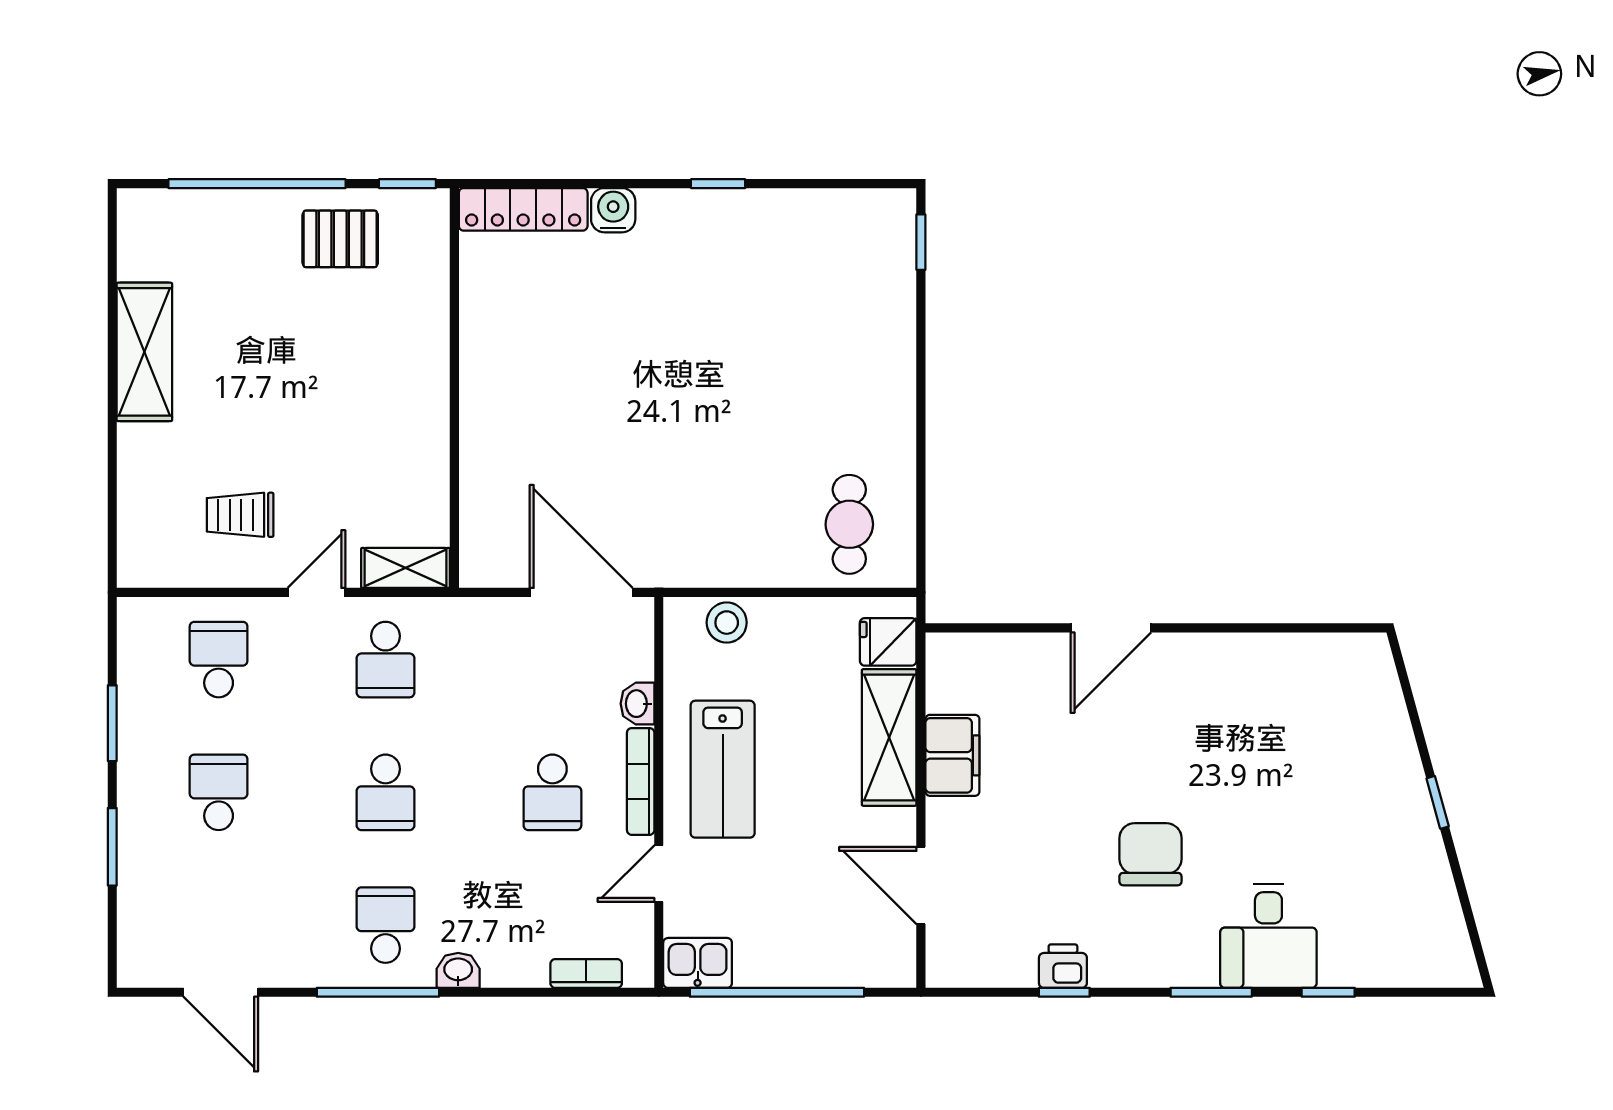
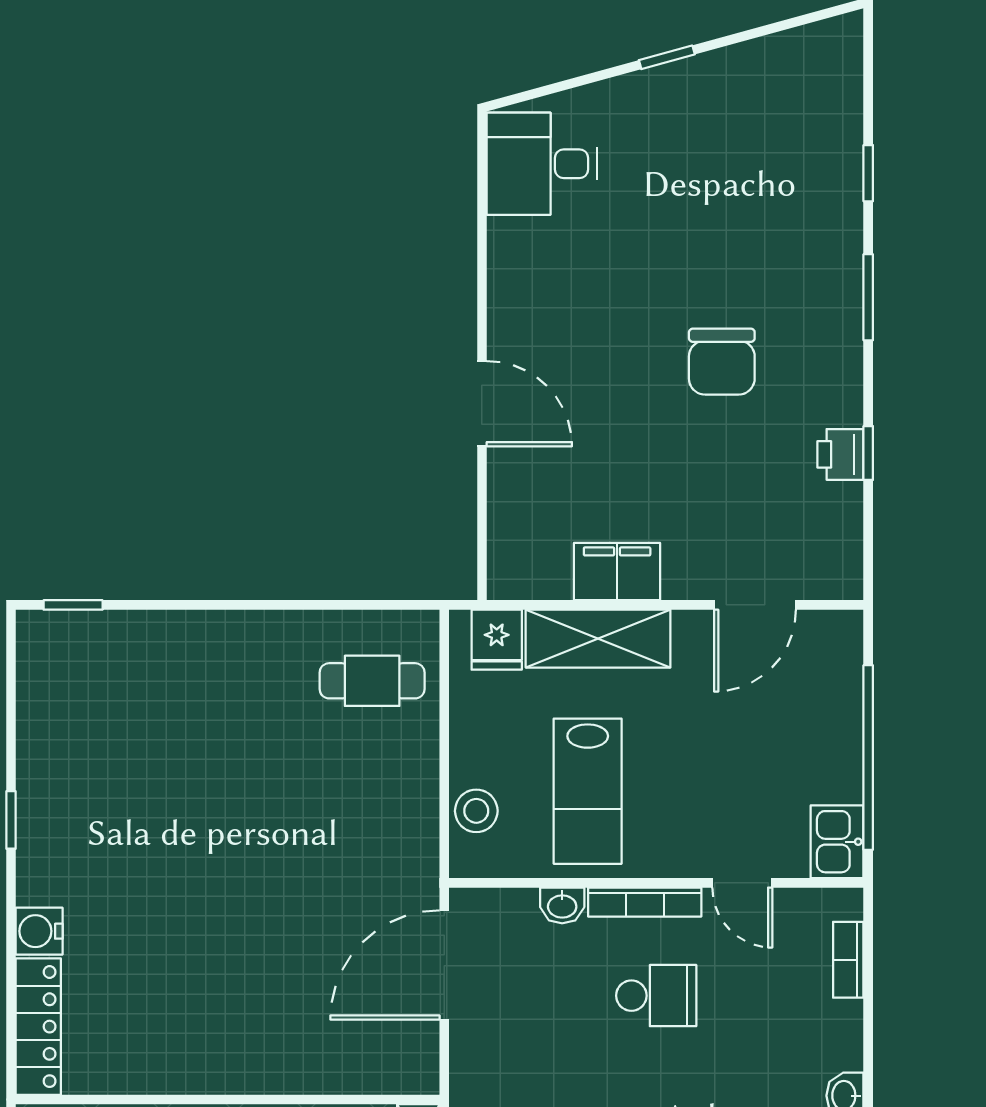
lab bench: (723, 769) -> (588, 791), moved, turned 90
chair: (1150, 854) -> (722, 362), turned -90
desk: (1268, 936) -> (542, 164), moved, turned 180

